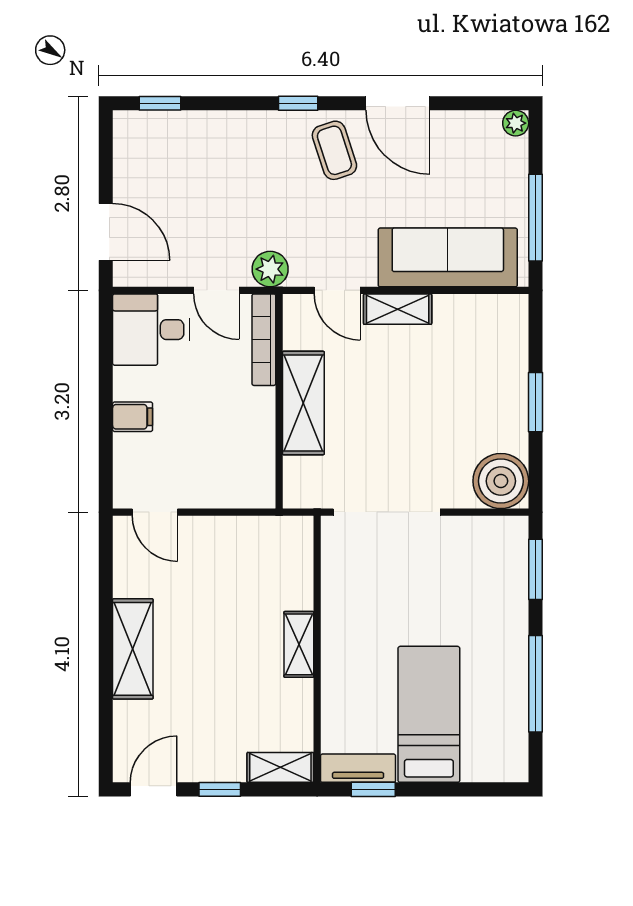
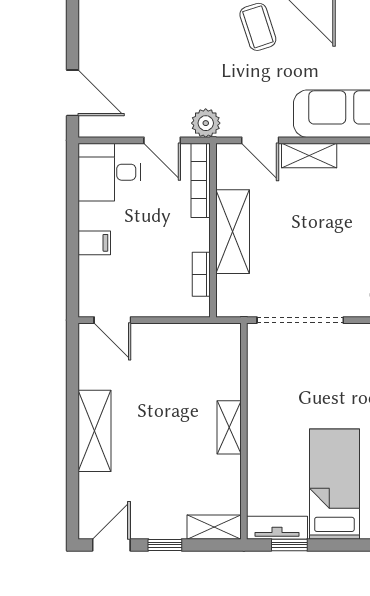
bookcase: (265, 456) -> (201, 274), added

